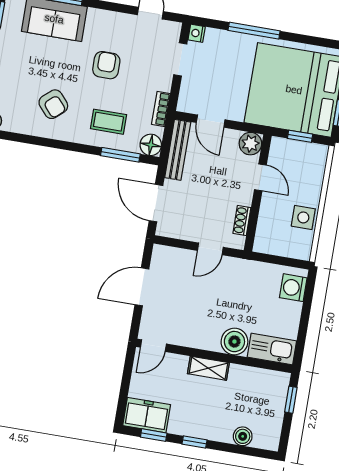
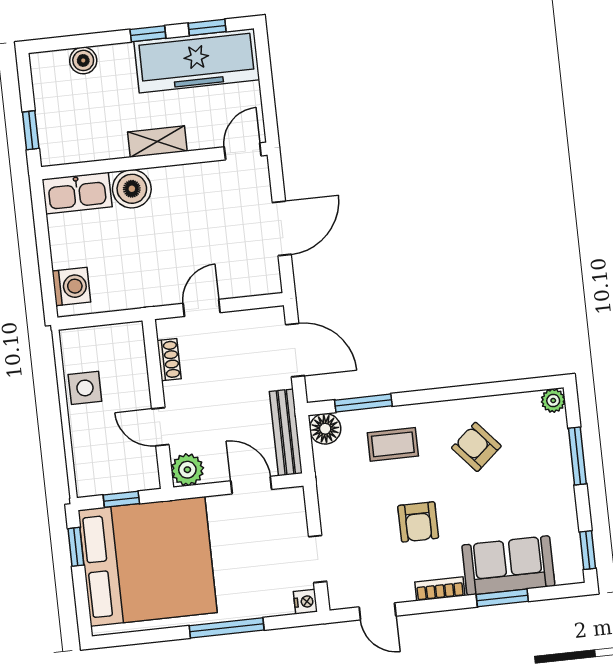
bookcase: (161, 109) -> (440, 589), moved, turned -90
freezer: (147, 415) -> (197, 61), width x1.91, depth x1.26

